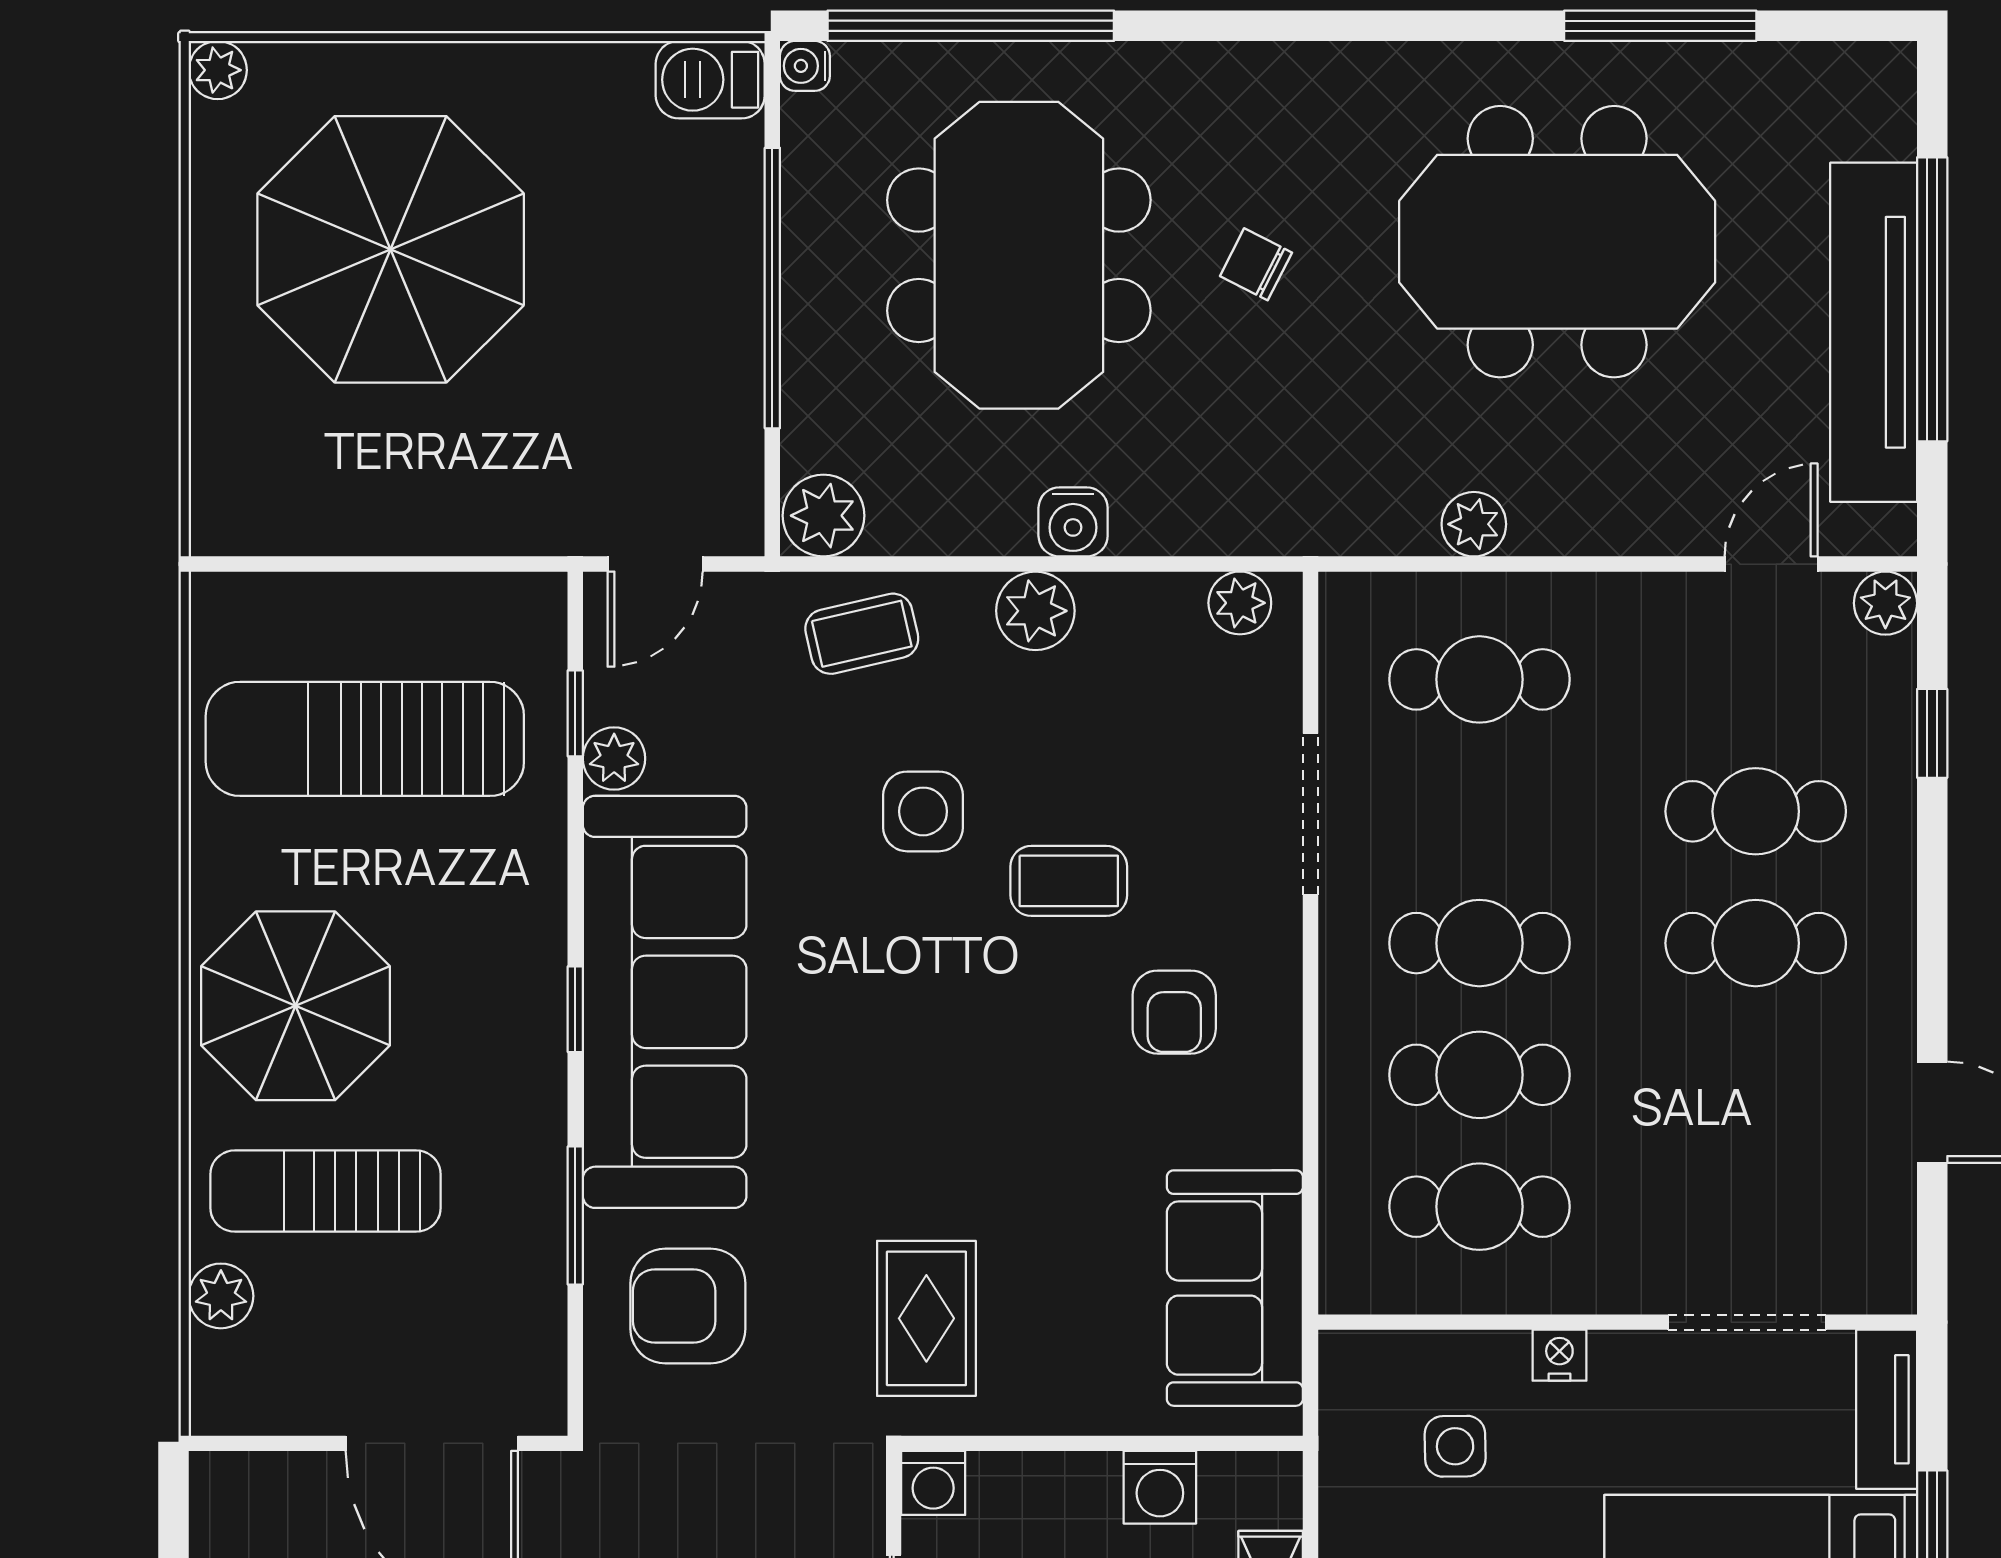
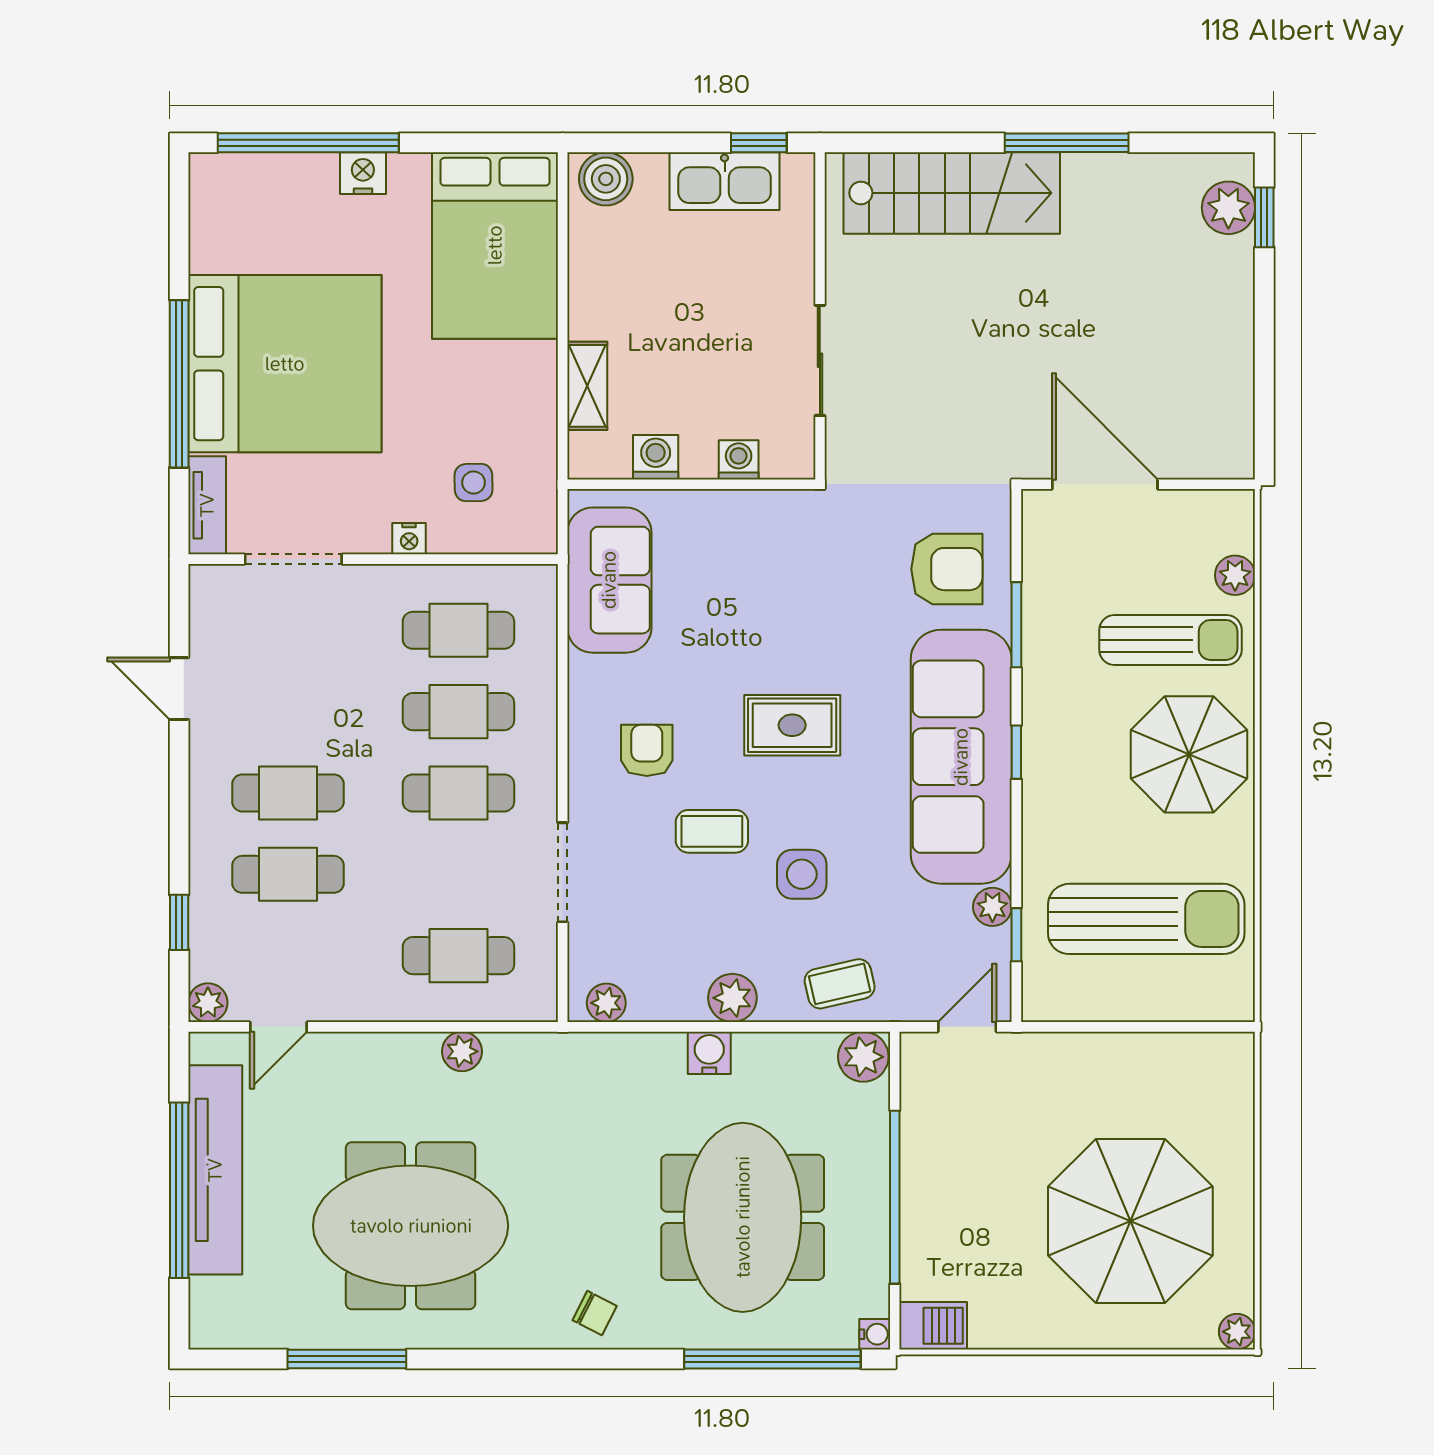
chair: (1256, 264) -> (595, 1313), moved
rug: (926, 1318) -> (792, 725), moved, turned 90
washing machine: (933, 1483) -> (739, 460), moved

